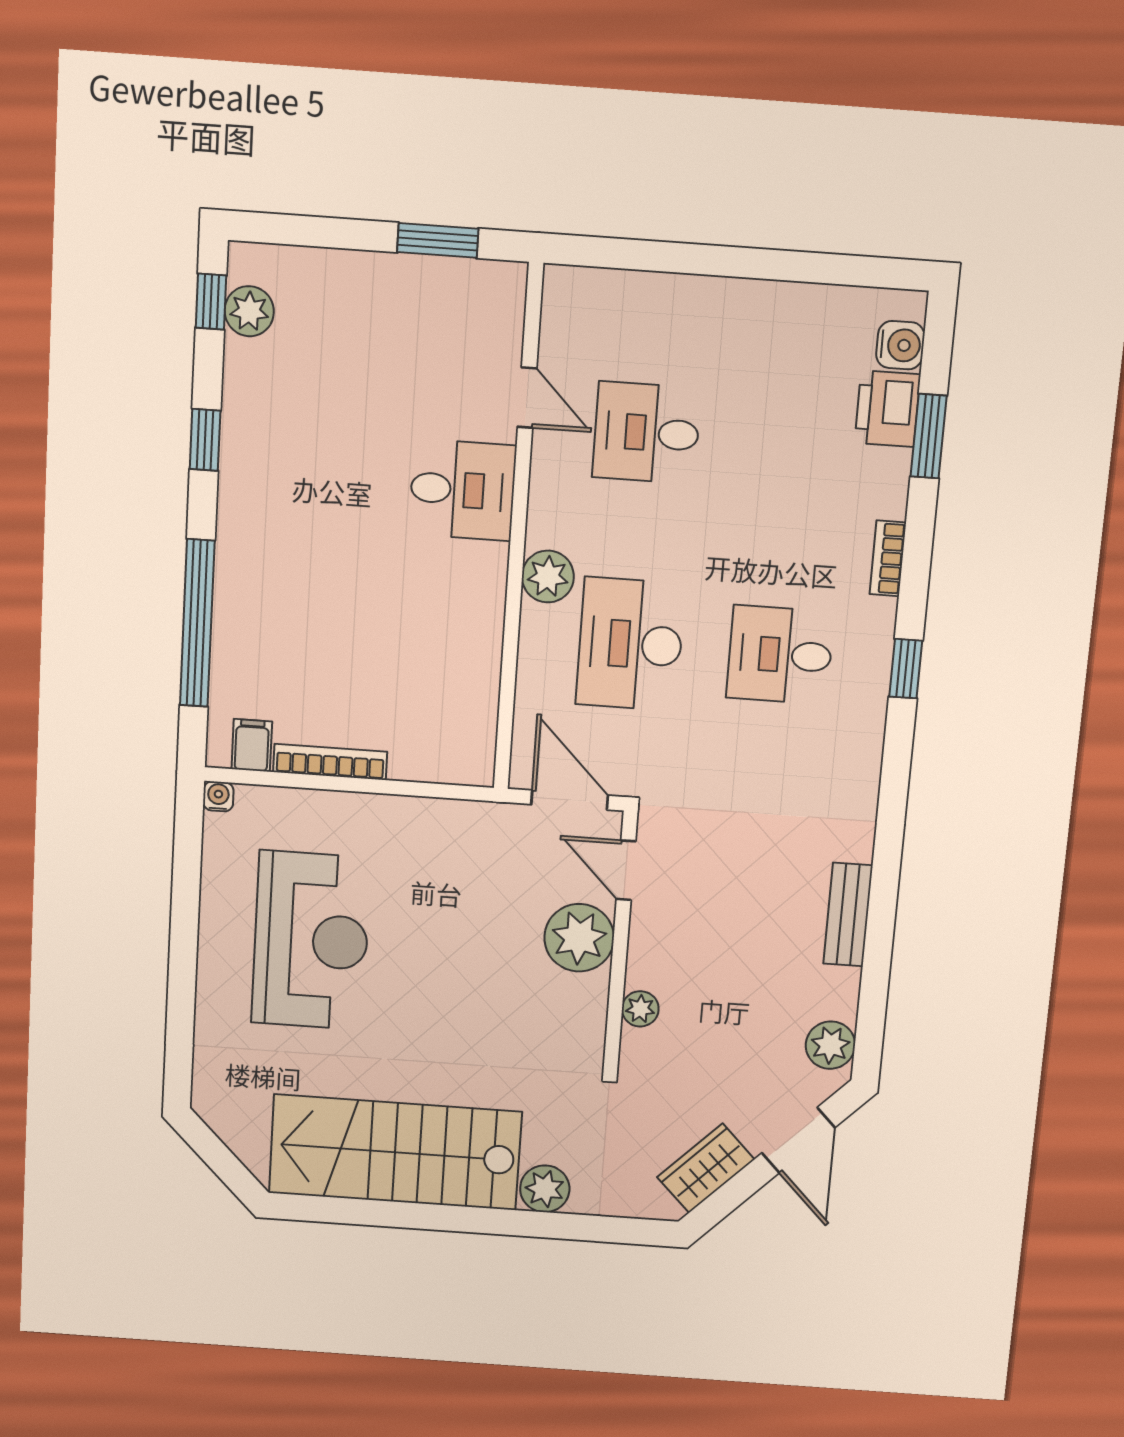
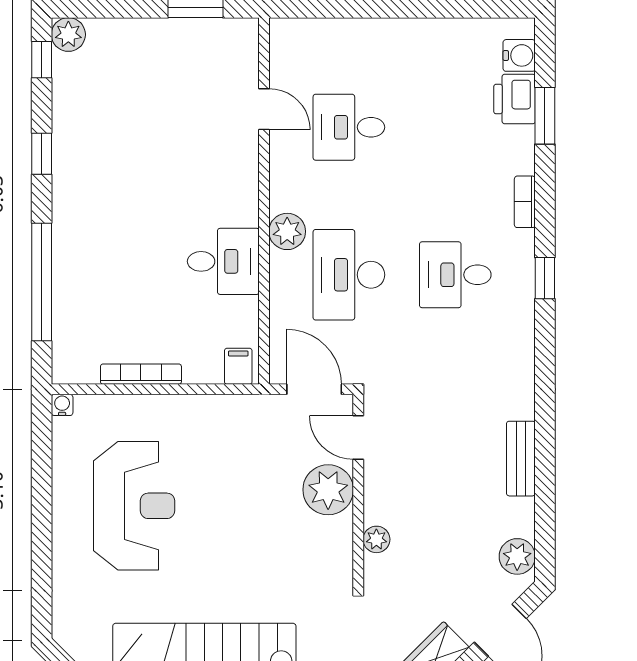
plant: (249, 311) -> (68, 35), moved
desk: (463, 490) -> (223, 261), moved
filing cabinet: (252, 745) -> (238, 366), moved

